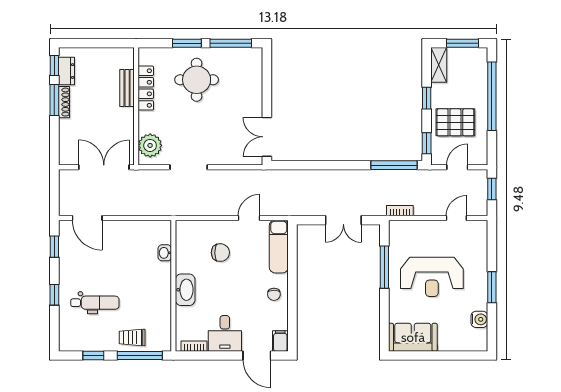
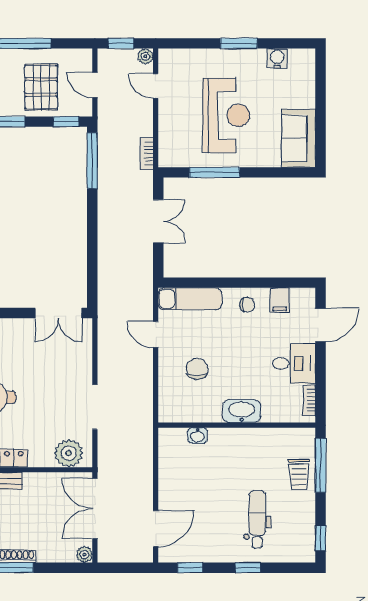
plant: (65, 158) -> (84, 555), added
plant: (481, 209) -> (145, 56), added
filing cabinet: (280, 341) -> (280, 300), moved, turned -90
window: (93, 355) -> (321, 538), moved

